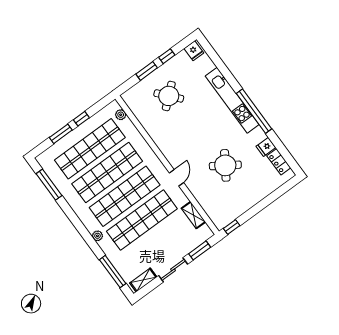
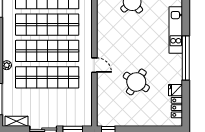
kitchen unit: (232, 100) -> (176, 30), width x0.73
door: (176, 178) -> (94, 65), hinge flipped
shelving: (193, 215) -> (87, 101), removed

